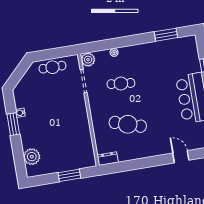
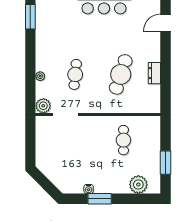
cafe table: (52, 67) -> (123, 140), moved
dresser: (108, 159) -> (154, 73), moved
window: (69, 175) -> (166, 163), moved

